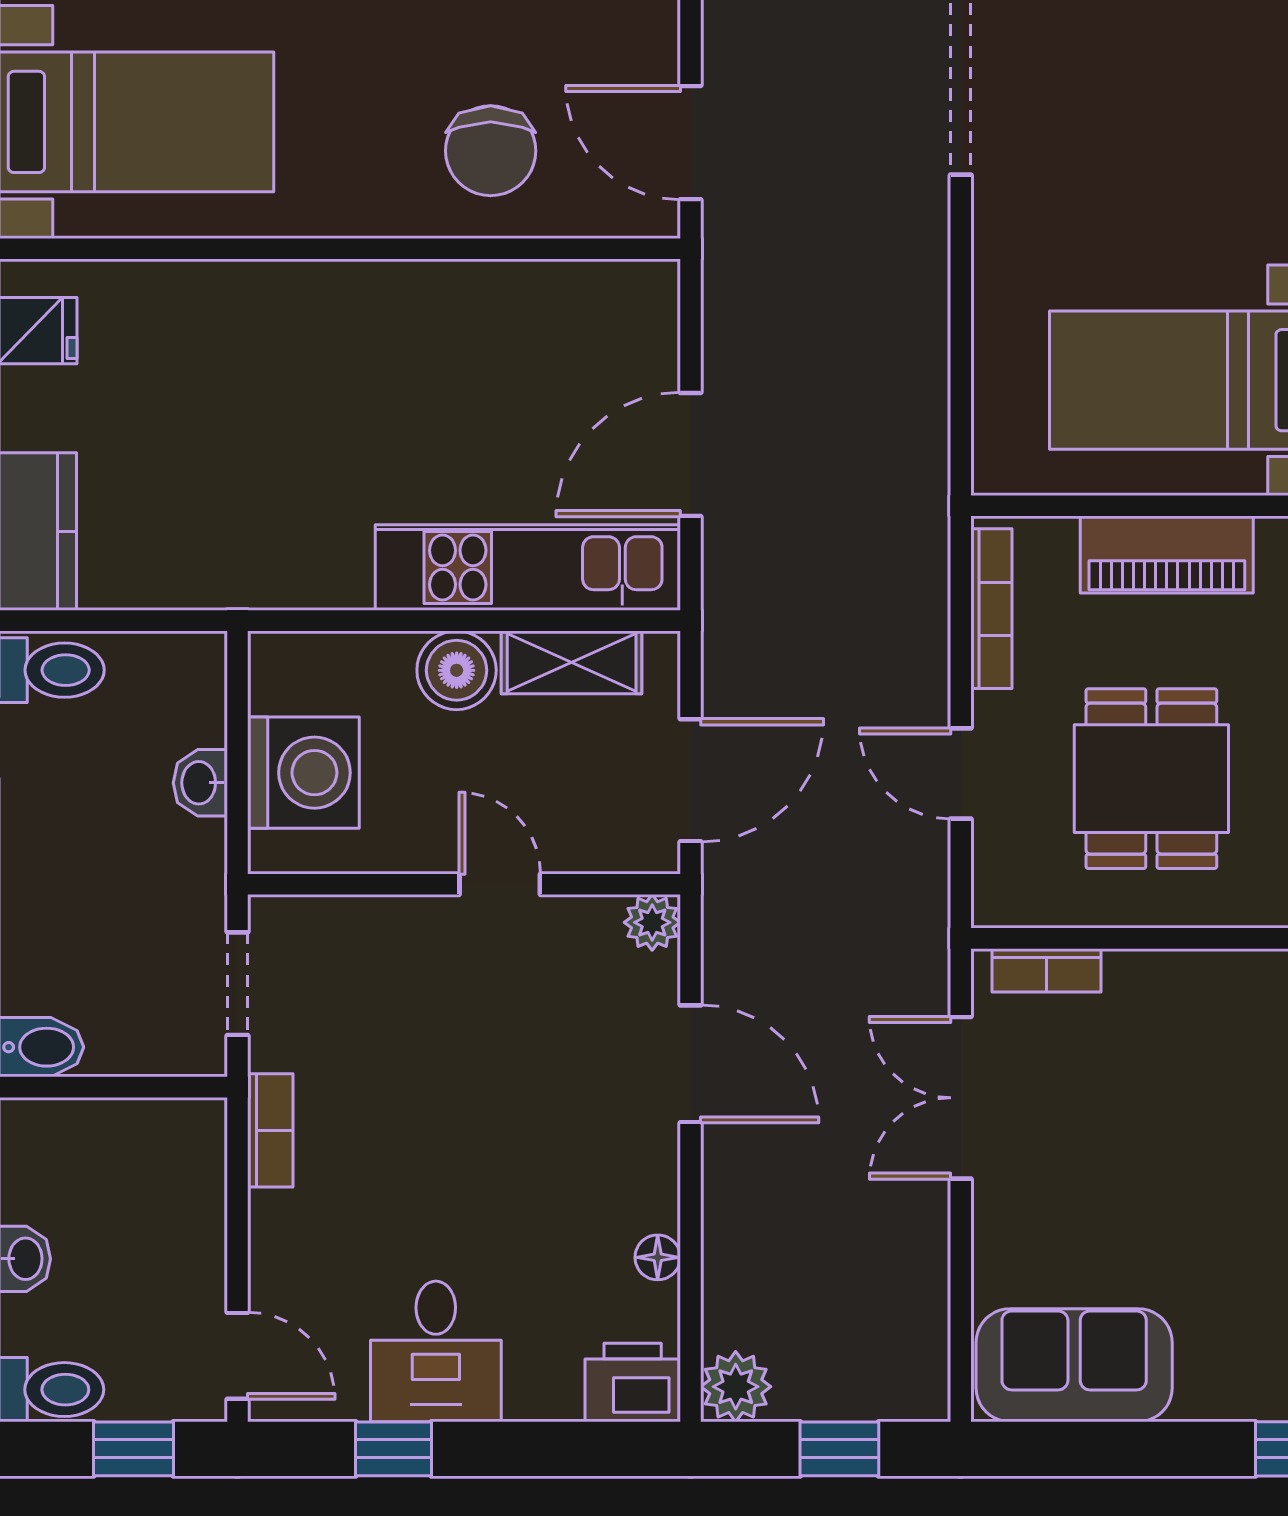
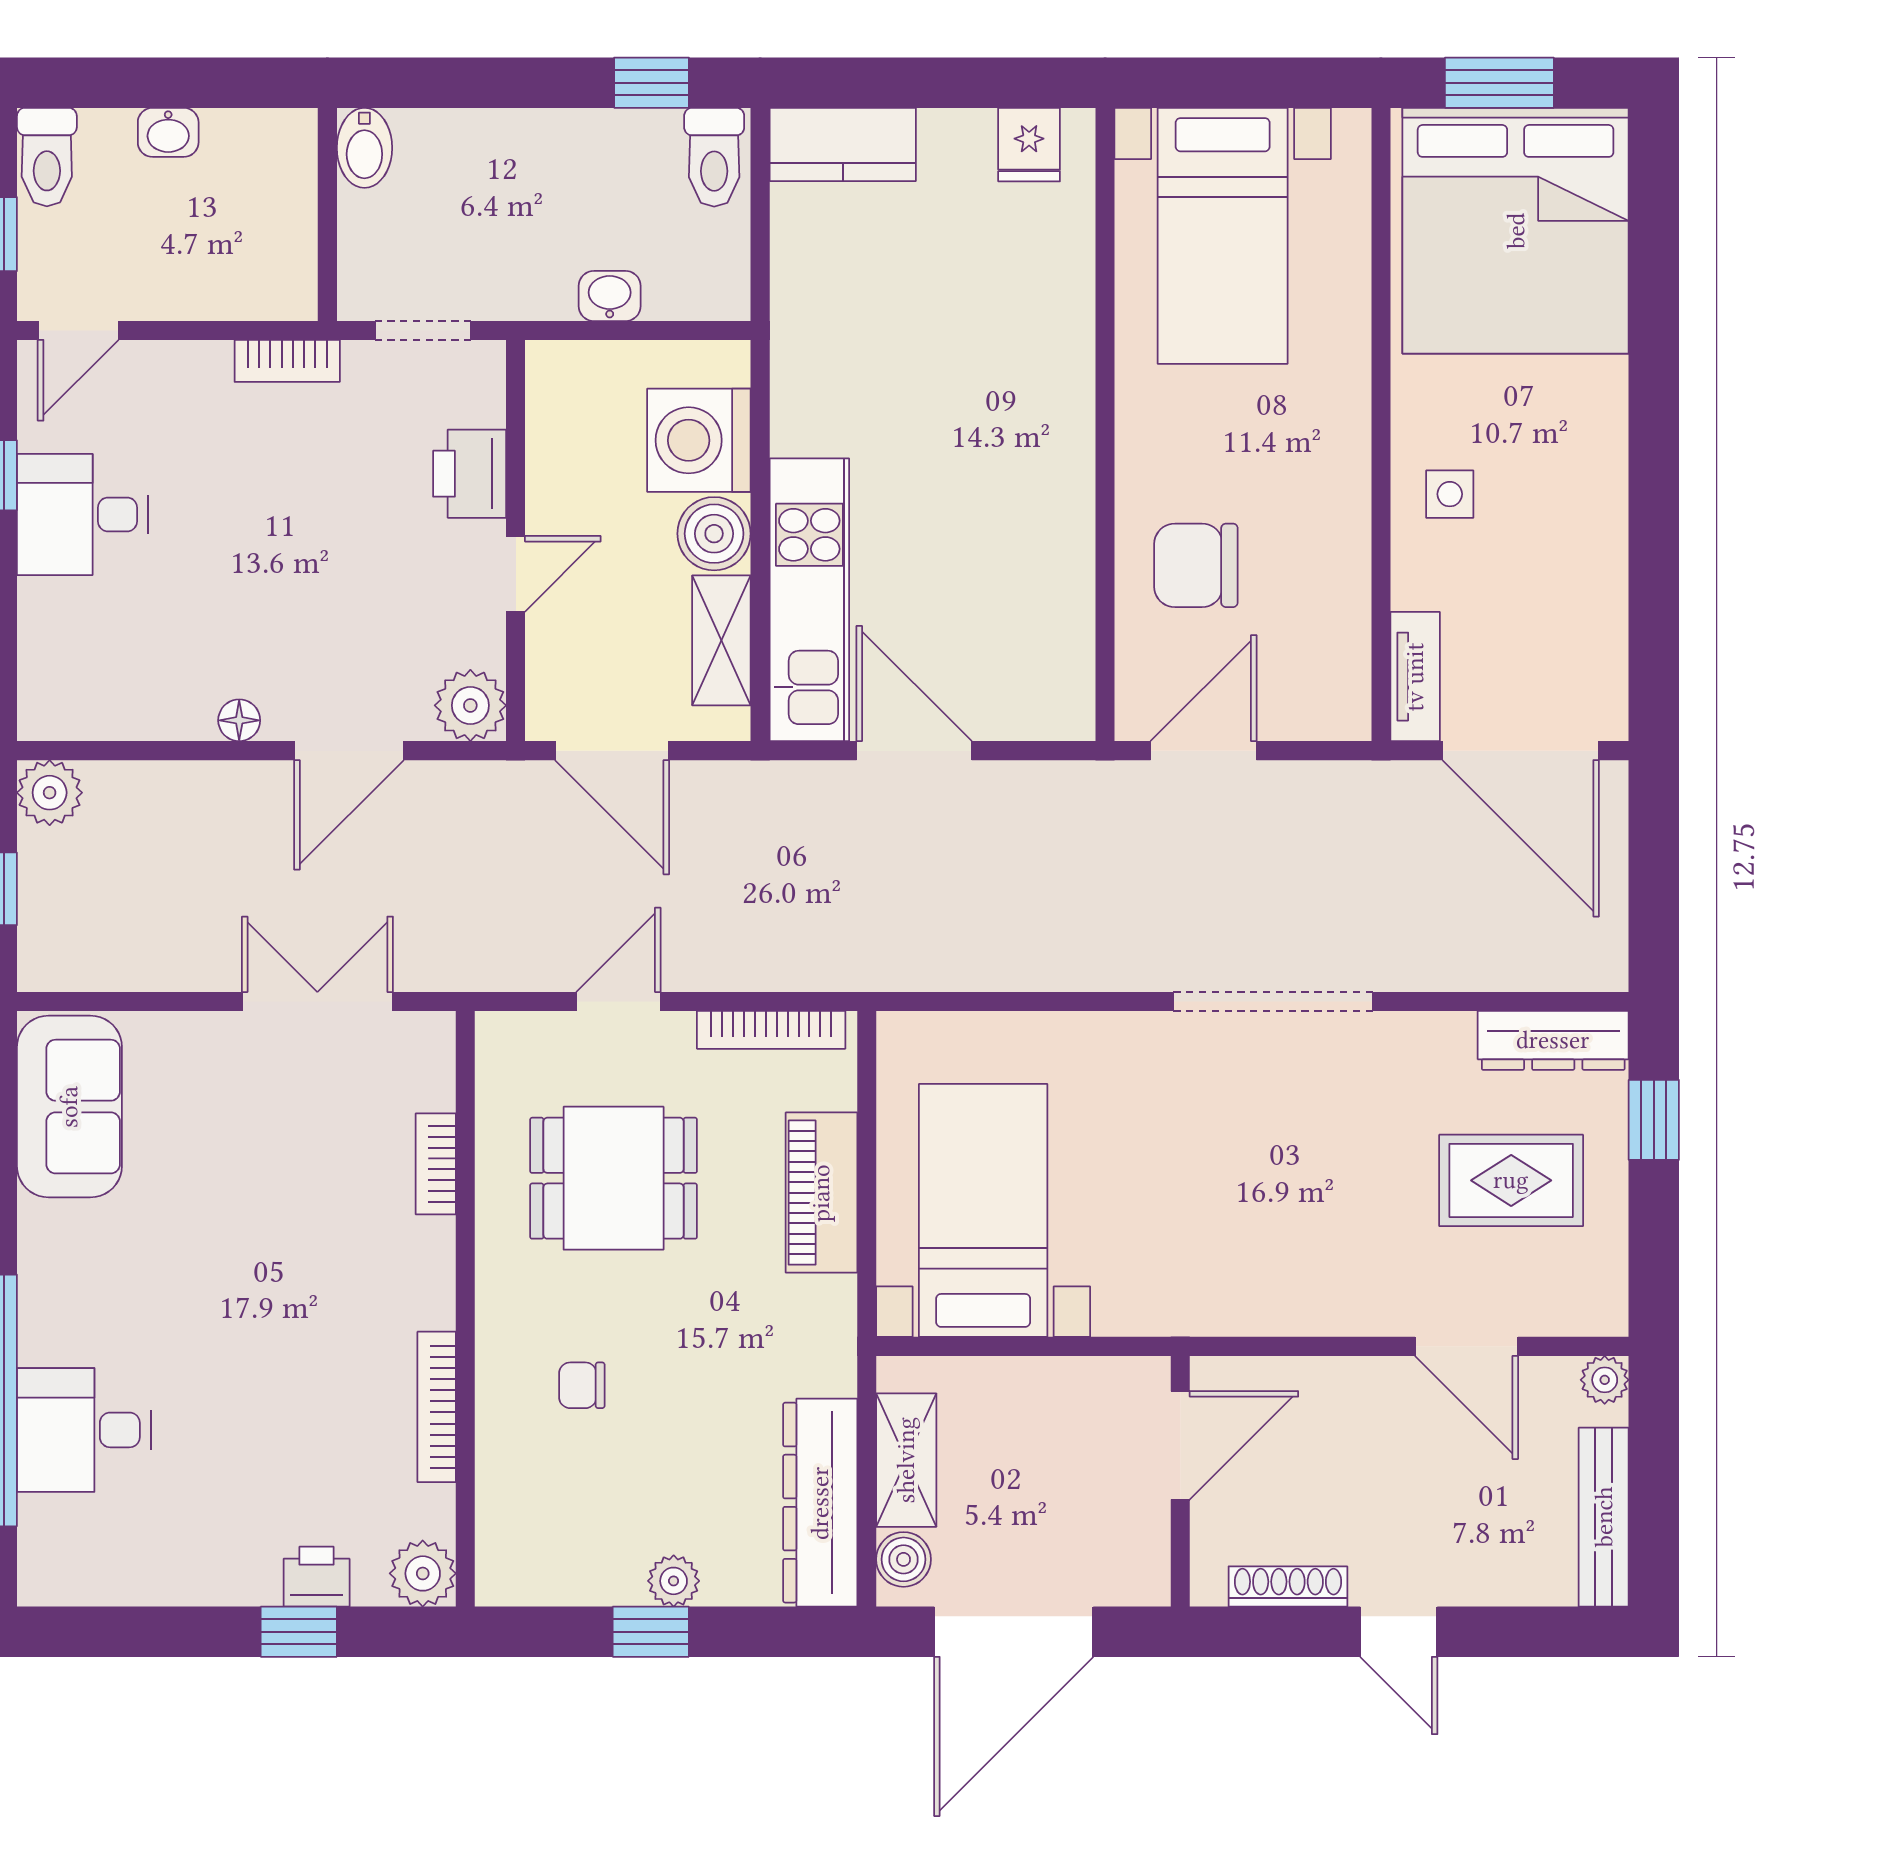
washing machine: (303, 773) -> (699, 440), moved, turned 90
plant: (652, 922) -> (470, 705), width x1.38, depth x1.38
bookcase: (1046, 970) -> (436, 1164), moved
floor lamp: (658, 1257) -> (239, 720), moved
printer: (633, 1382) -> (470, 474), moved, turned 180

